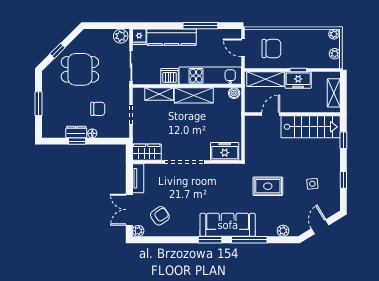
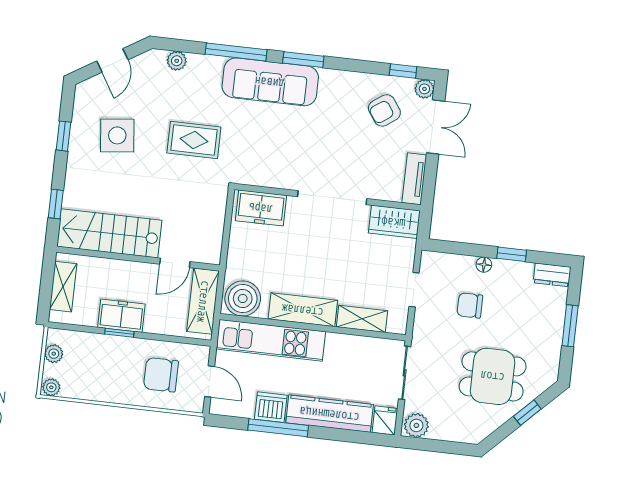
dishwasher: (170, 76) -> (271, 407), moved, turned 180
shelving: (266, 79) -> (203, 301), moved, turned 90
boiler: (234, 93) -> (243, 298), width x1.86, depth x1.86
dresser: (76, 132) -> (552, 275), moved
side table: (312, 184) -> (117, 135), width x1.87, depth x1.87
window: (152, 240) -> (403, 71), added

